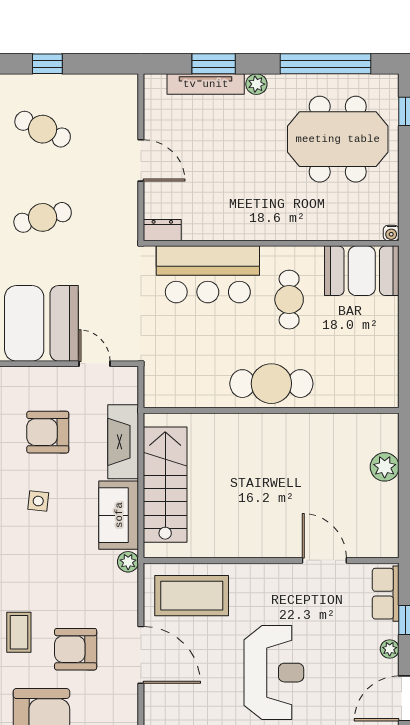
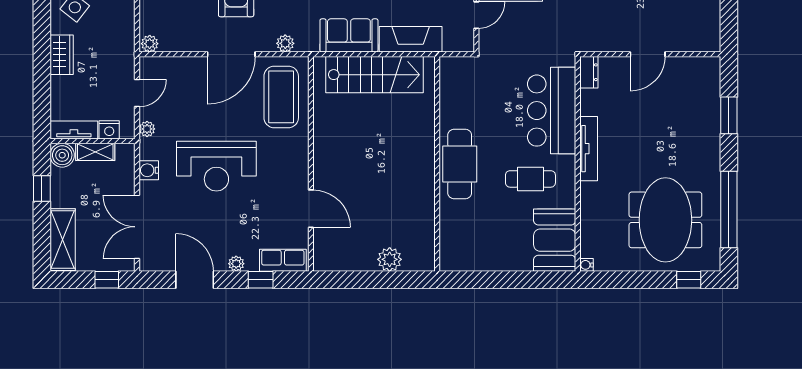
tv unit: (206, 84) -> (589, 149), moved, turned 180
plant: (256, 84) -> (712, 151), removed
door: (324, 560) -> (311, 209), hinge flipped
plant: (128, 562) -> (285, 43), moved

